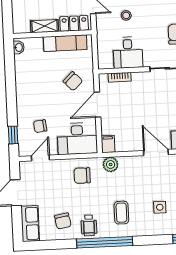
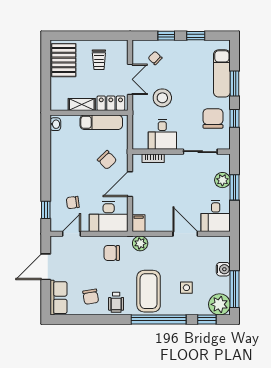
stool: (126, 15) -> (162, 98), width x1.89, depth x1.89
coffee table: (121, 213) -> (149, 291), width x1.86, depth x1.72
window: (105, 242) -> (159, 319), moved

